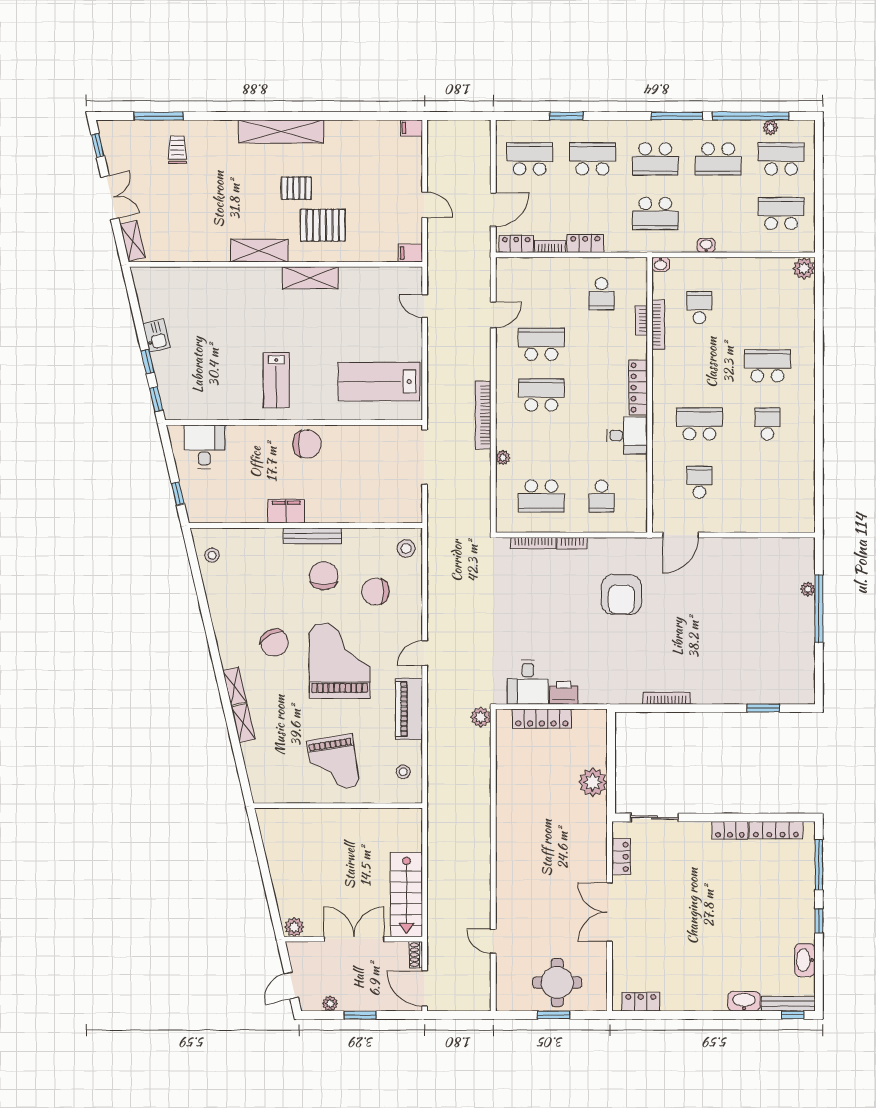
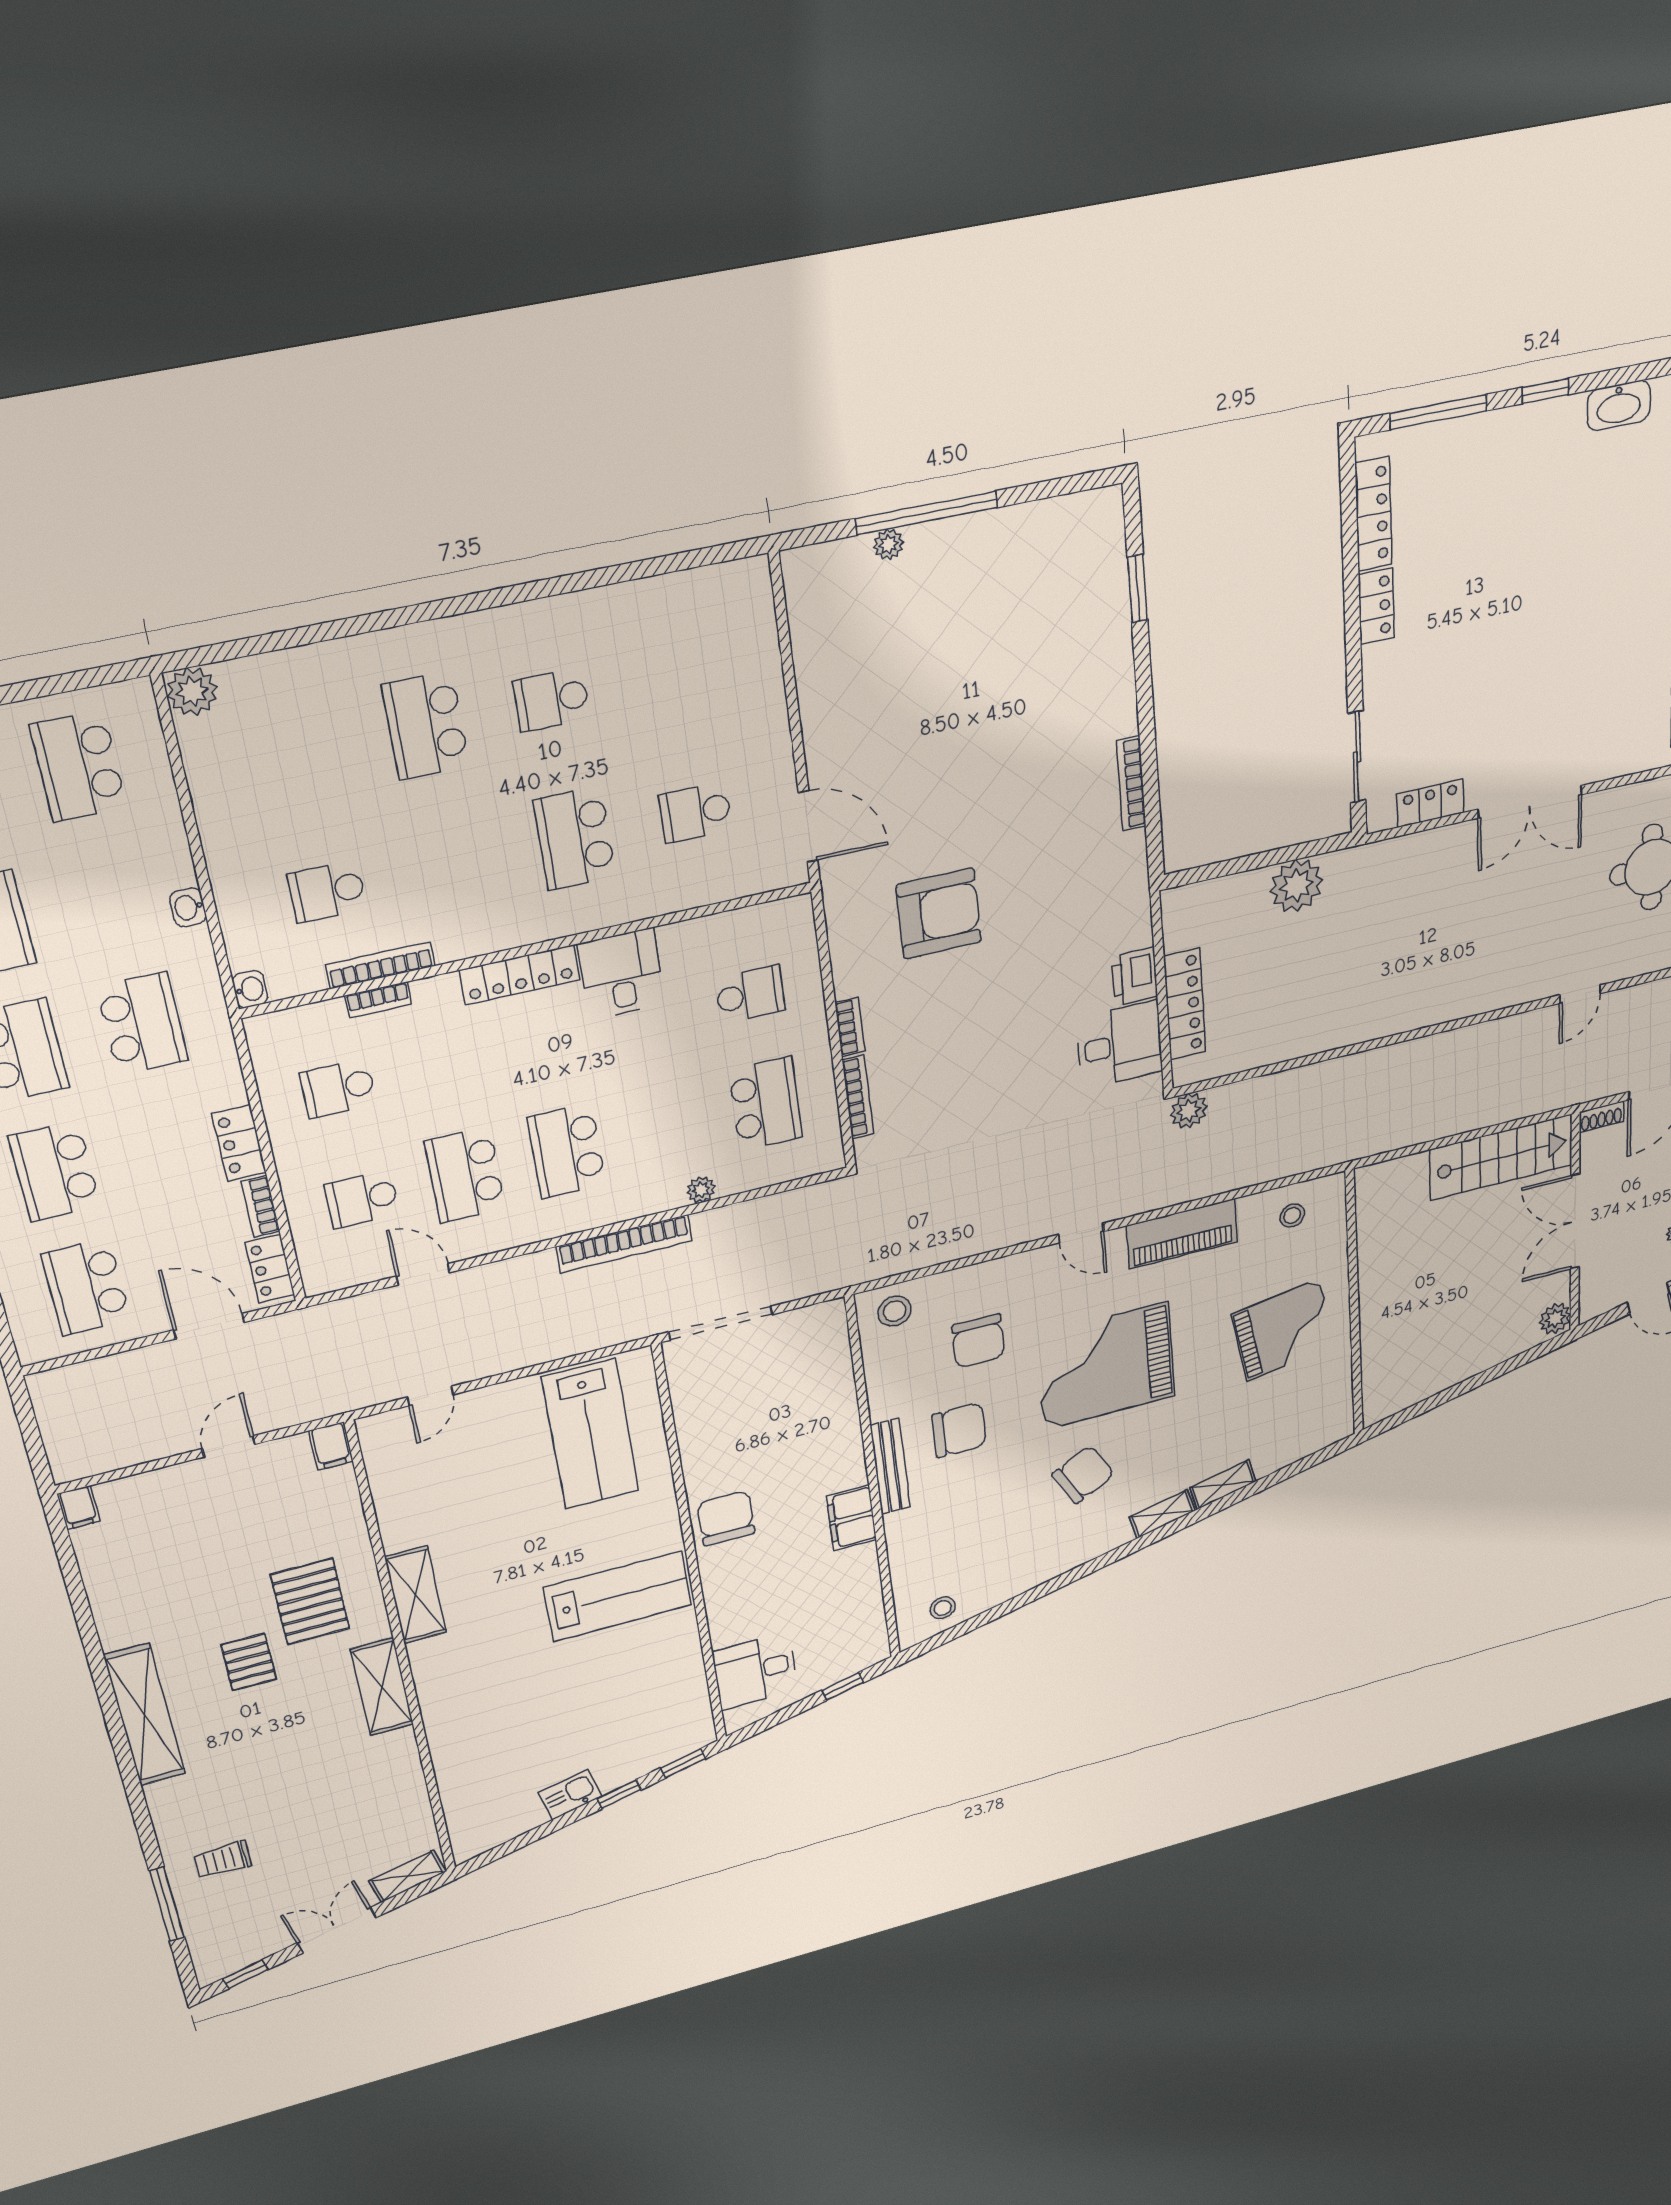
school desk: (541, 294) -> (362, 1199), added
school desk: (601, 294) -> (338, 1088), turned 180
lab bench: (276, 380) -> (618, 1596), width x1.36, depth x1.39
chair: (324, 576) -> (959, 1430), turned 180

